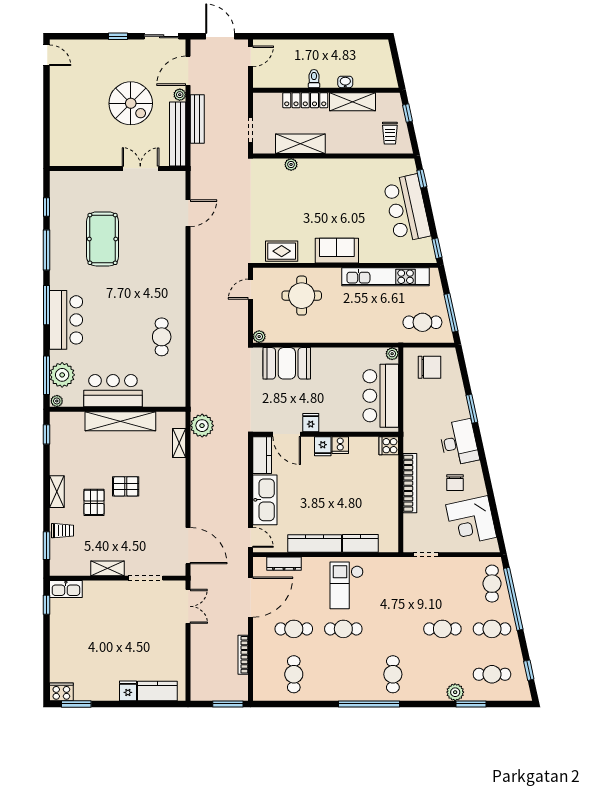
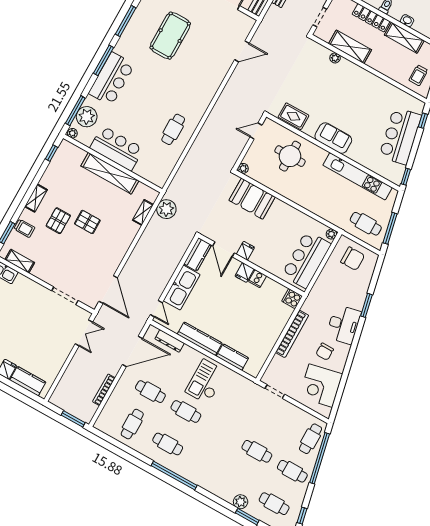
shelving: (108, 568) -> (20, 261), moved
cafe table: (393, 674) -> (168, 444), moved, turned 90

